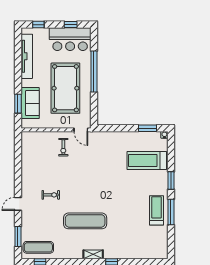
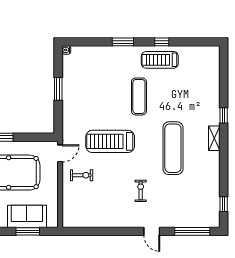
window: (147, 128) -> (58, 89), moved
treadmill: (147, 161) -> (110, 141), moved, turned 90
window: (171, 212) -> (162, 42), width x0.46
window: (18, 236) -> (192, 231), width x1.44
exercise mat: (38, 247) -> (139, 96), moved

